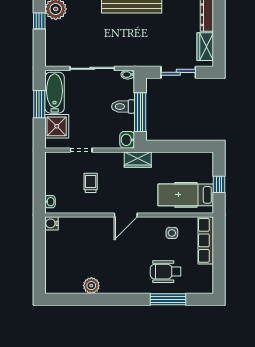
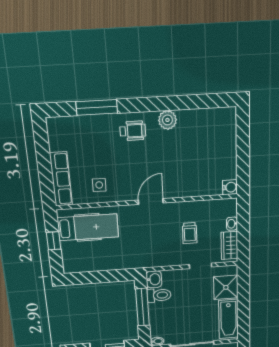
window: (39, 104) -> (244, 307), removed
toilet: (123, 107) -> (159, 295), moved
wardrobe: (138, 160) -> (229, 245), moved, turned -90
washbasin: (50, 202) -> (232, 224), moved
wheelchair: (166, 272) -> (133, 131), moved, width x0.73, depth x0.73
plant: (91, 286) -> (167, 120), moved

